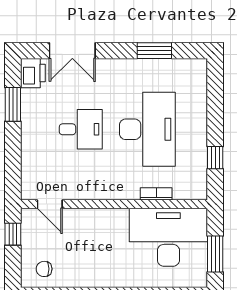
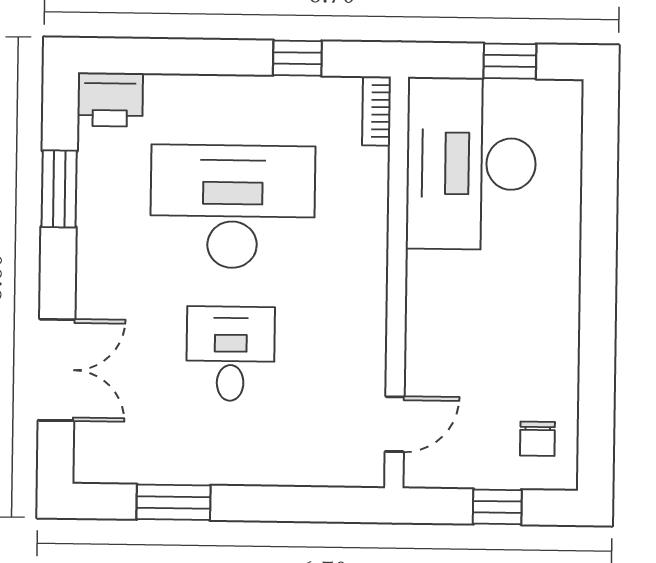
printer: (33, 73) -> (110, 99), moved, turned 180
bookcase: (156, 194) -> (377, 111), moved
window: (13, 234) -> (497, 507), moved
window: (215, 254) -> (510, 61), width x0.67

